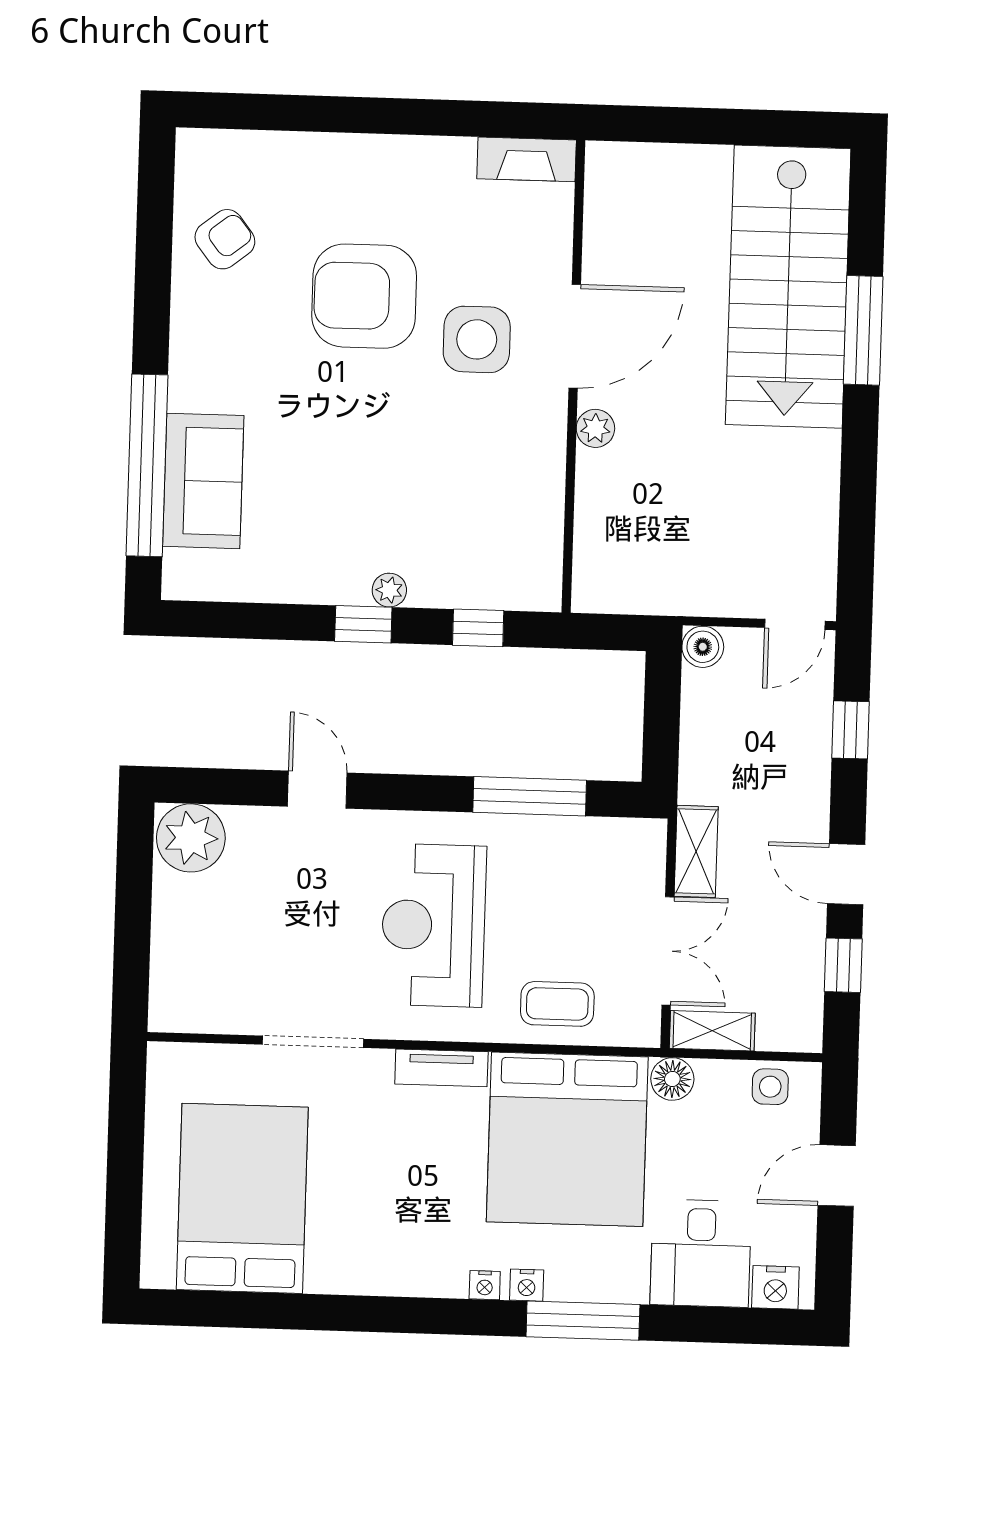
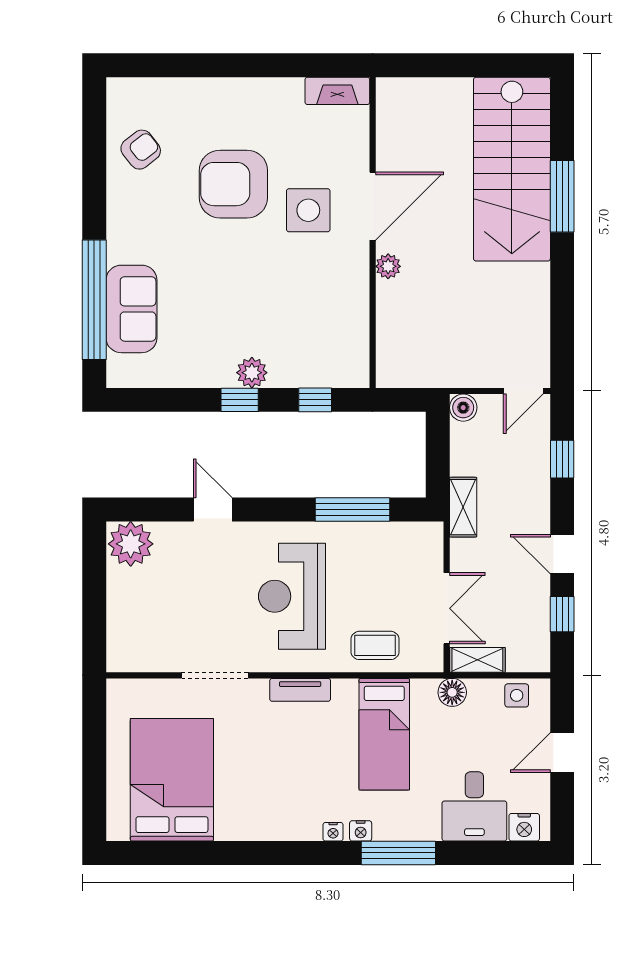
plant: (389, 590) -> (252, 373), width x1.38, depth x1.38
shelving: (696, 851) -> (463, 507), moved
bed: (567, 1139) -> (384, 734), width x0.49

